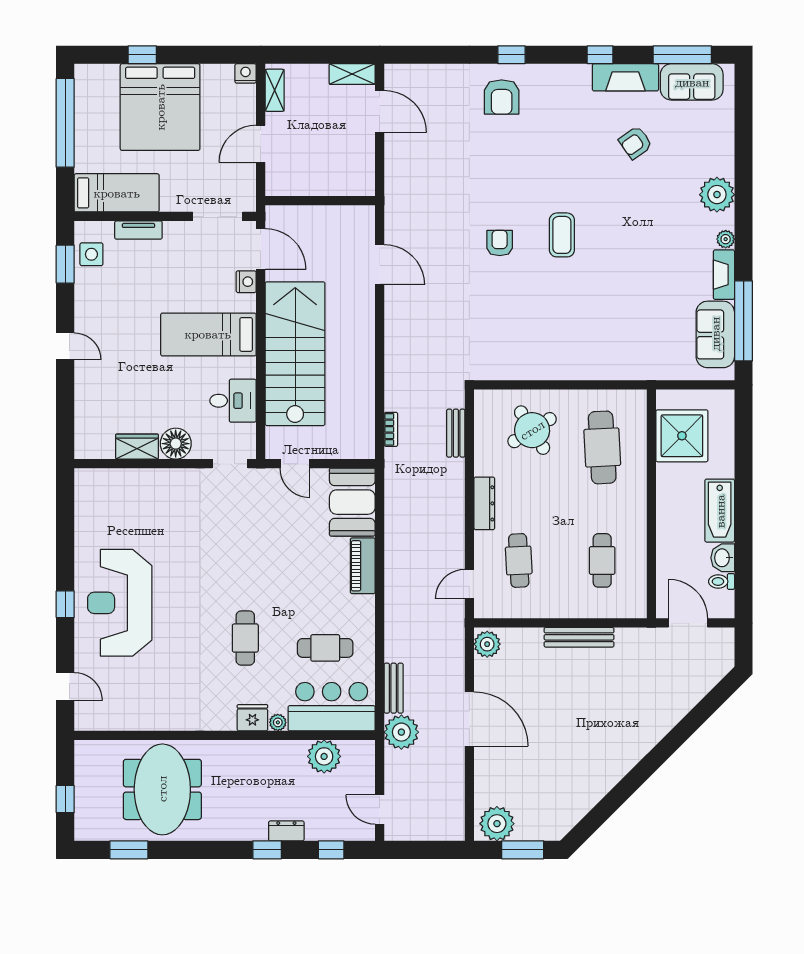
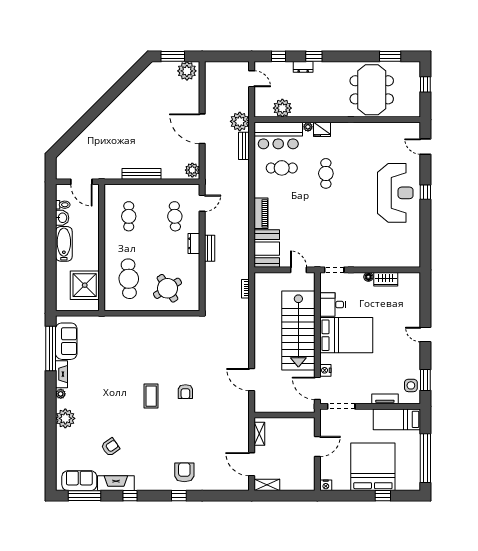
shelving: (275, 90) -> (259, 434), moved
bed: (208, 334) -> (346, 335), width x1.50
bench: (456, 433) -> (210, 248), moved
floor lamp: (176, 444) -> (368, 277), width x0.53, depth x0.53
dresser: (484, 503) -> (194, 243), width x0.70

